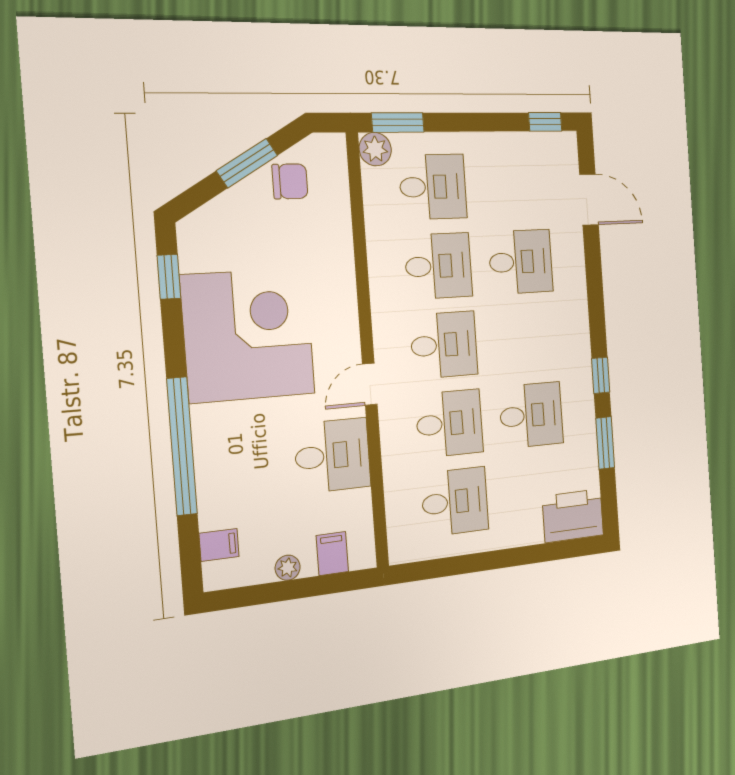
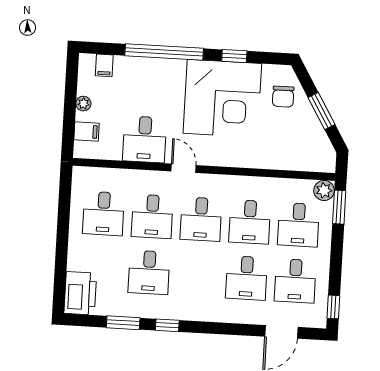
chair: (290, 181) -> (283, 97), moved
desk: (516, 185) -> (295, 281), added
window: (169, 277) -> (234, 56), moved

